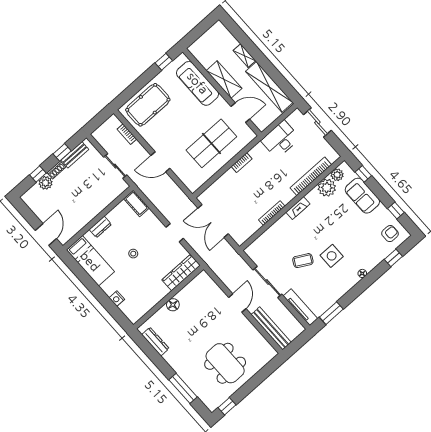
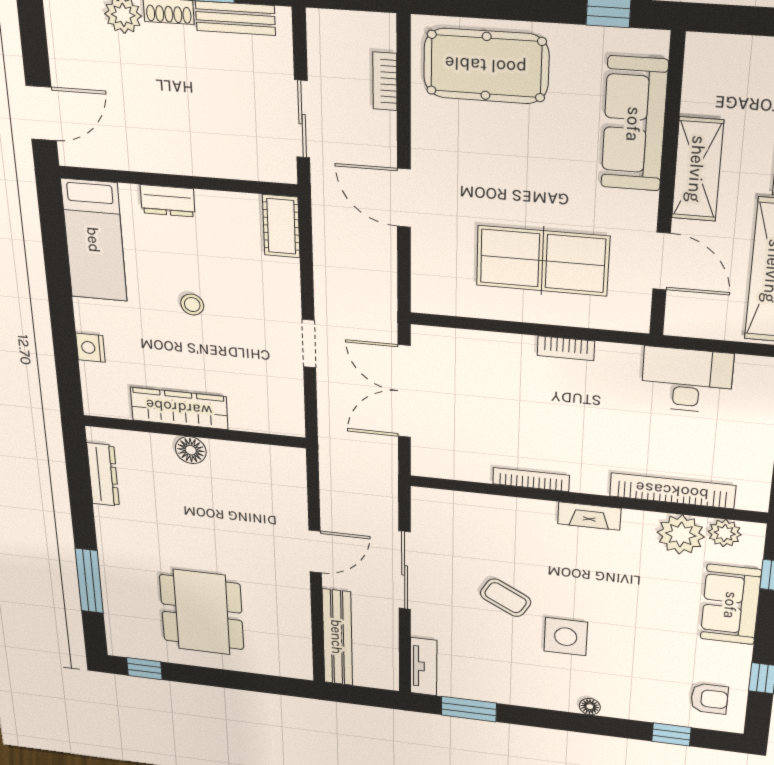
wardrobe: (181, 273) -> (179, 408), moved
tv unit: (300, 307) -> (424, 667), width x0.71

